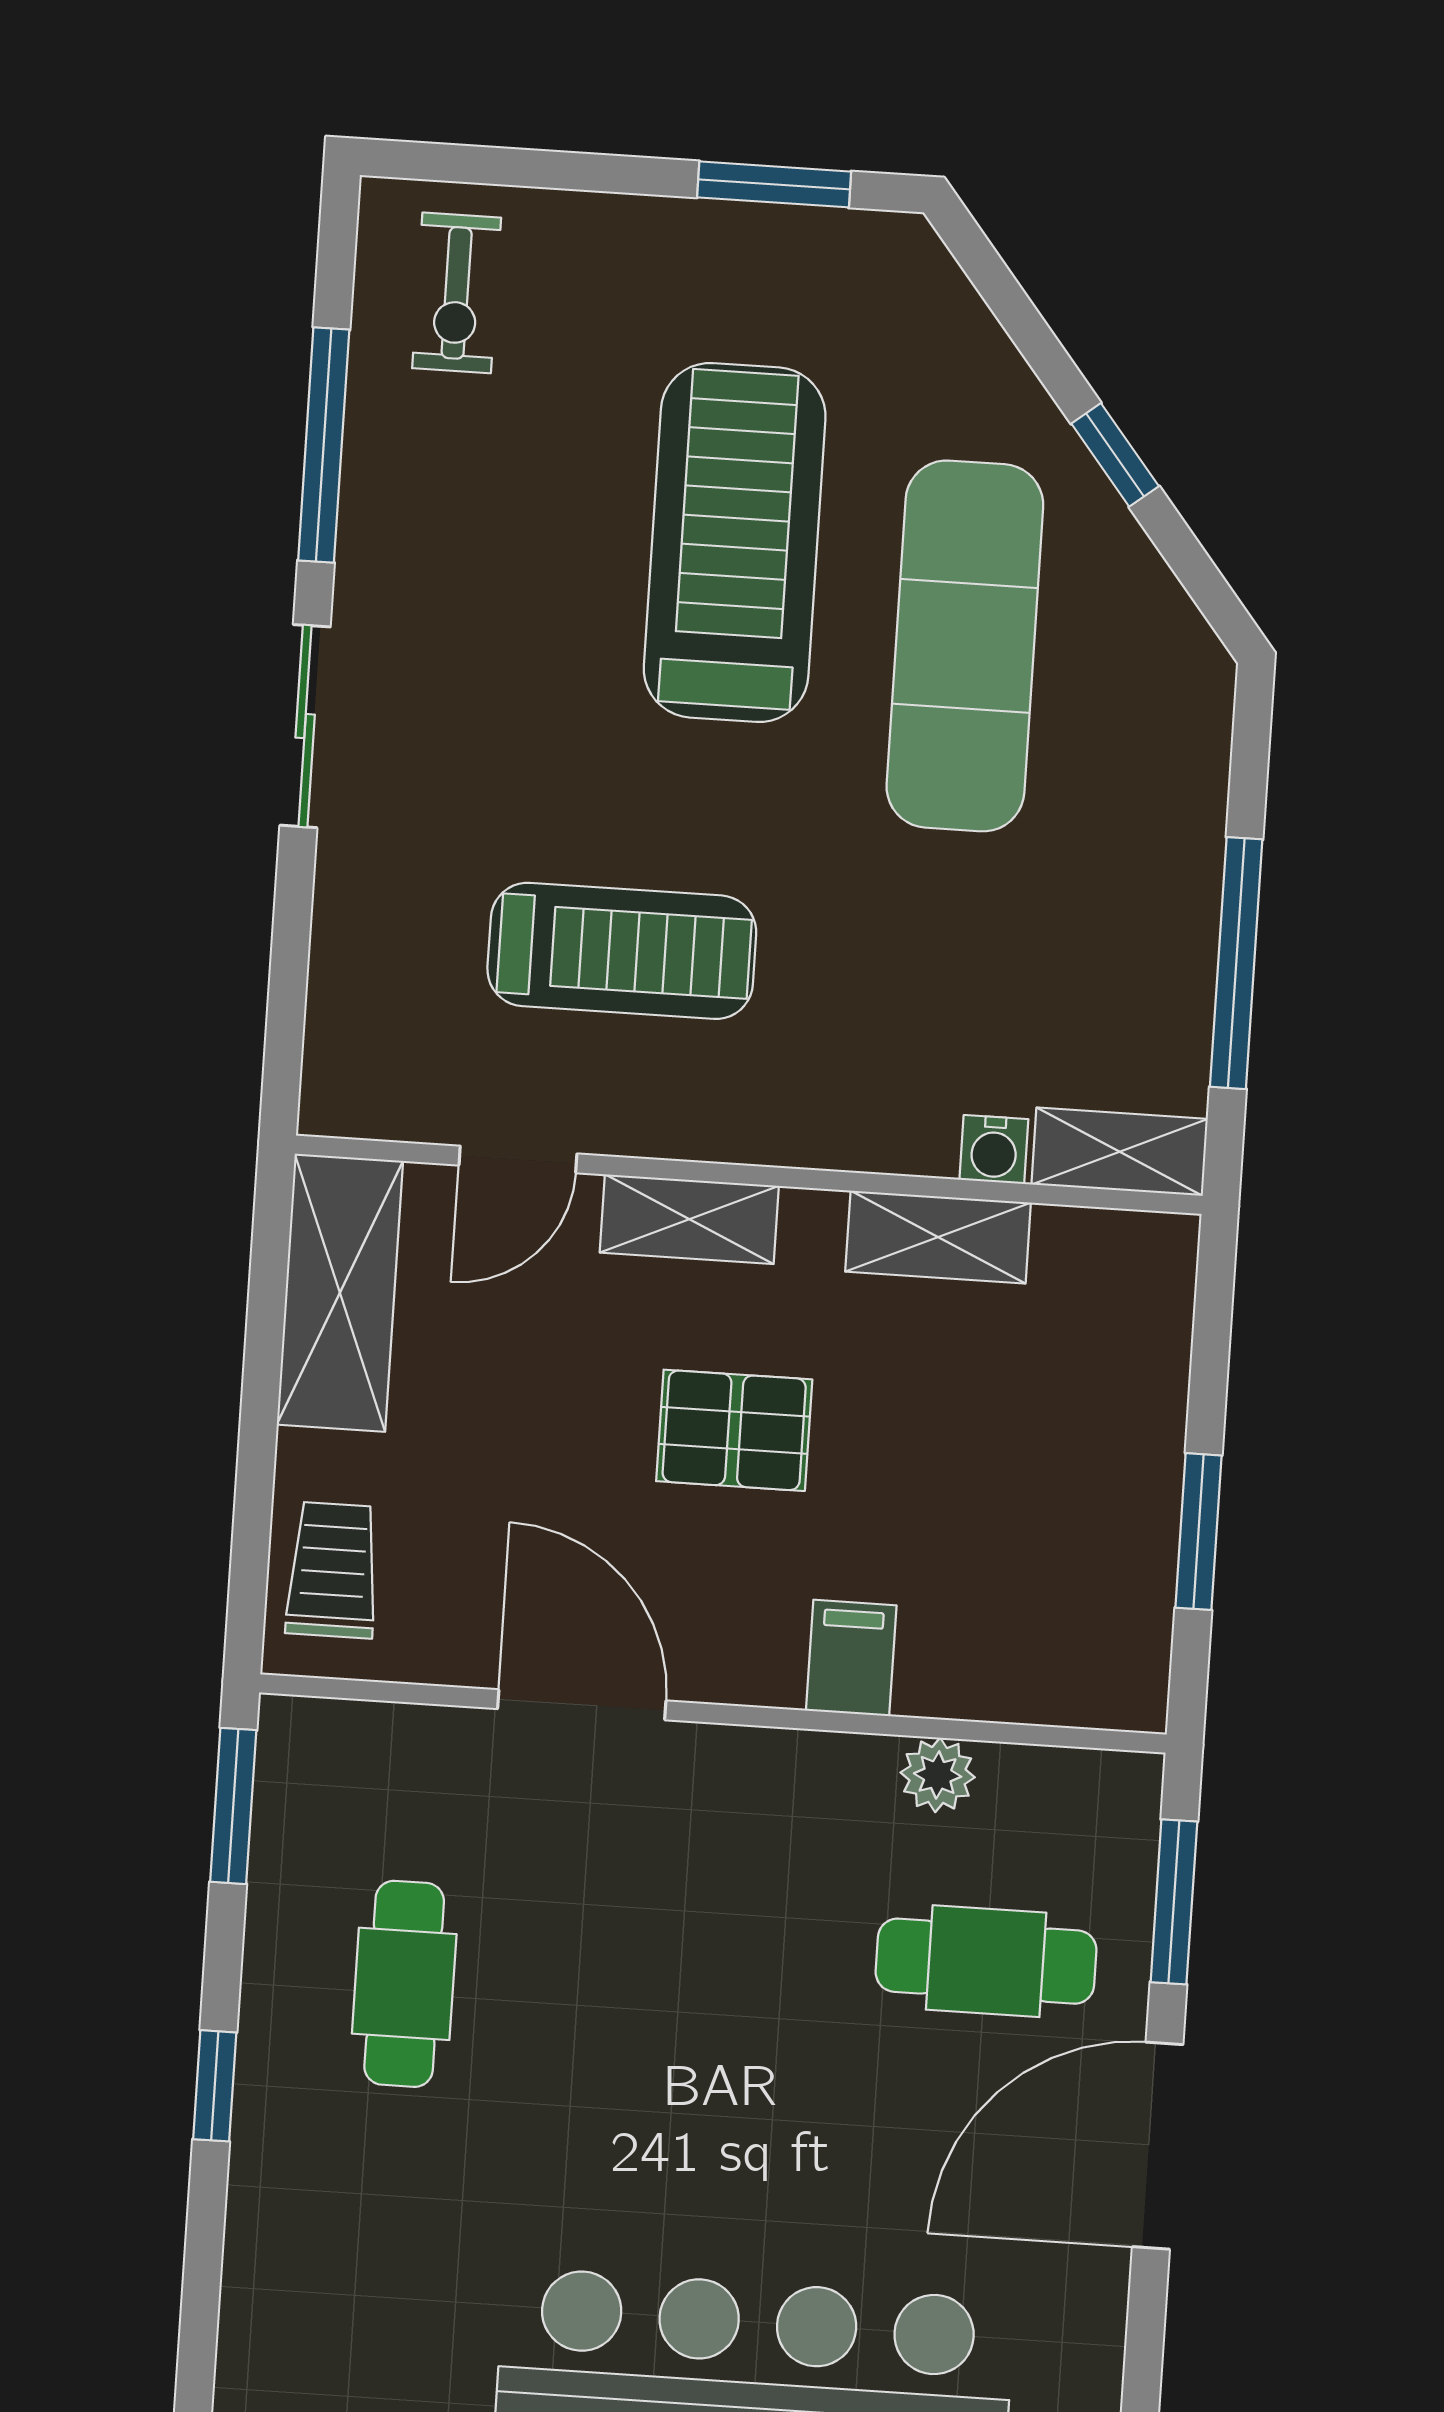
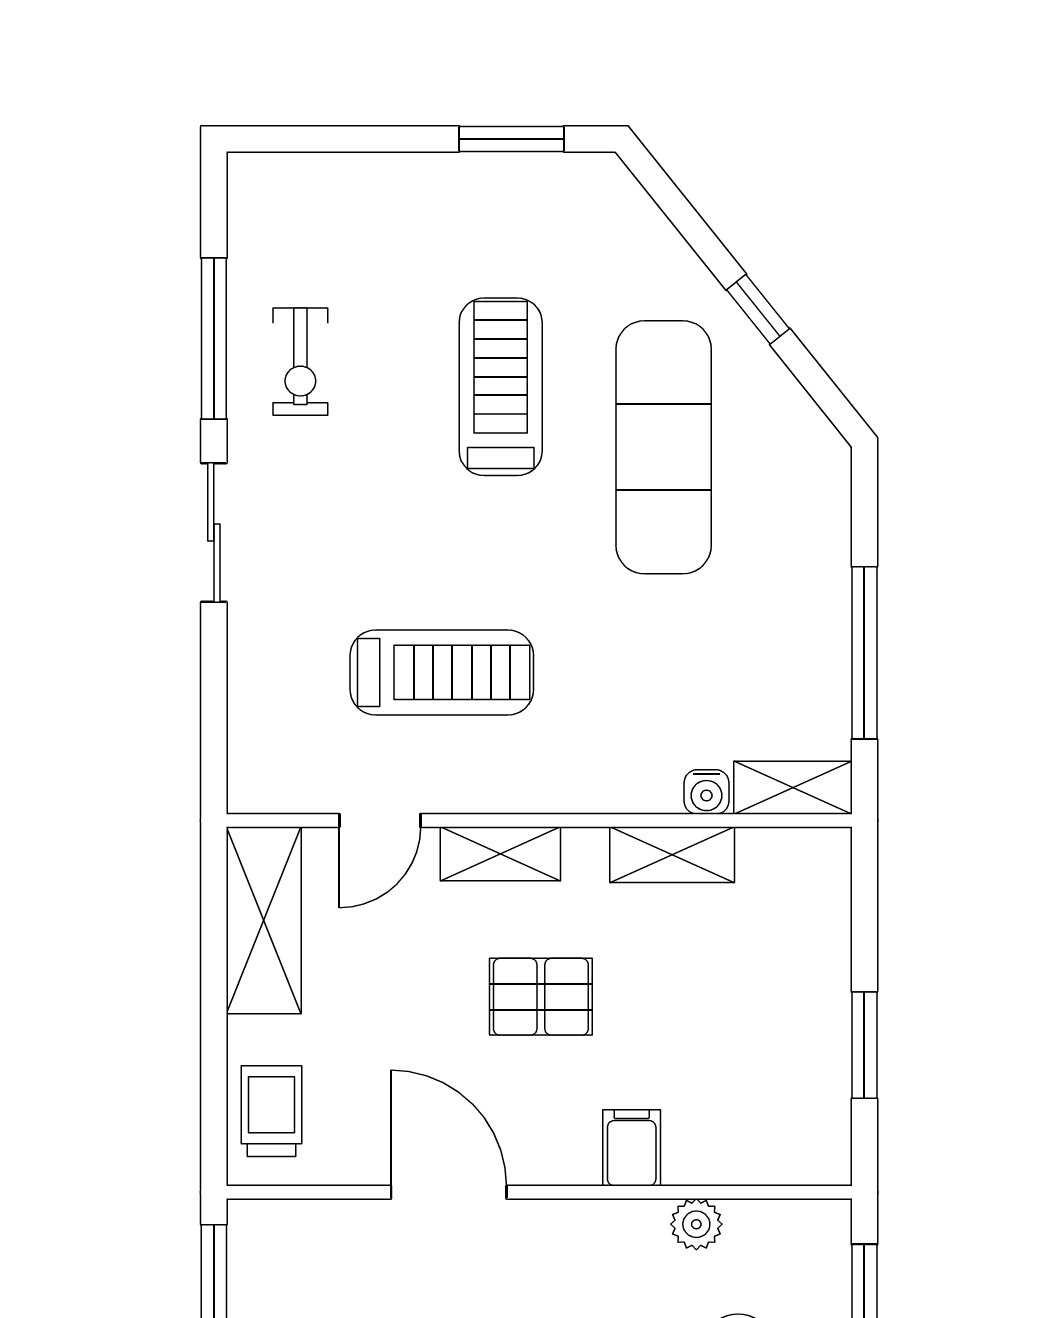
exercise bike: (457, 293) -> (300, 362), moved
treadmill: (735, 543) -> (501, 387), width x0.73, depth x0.73

